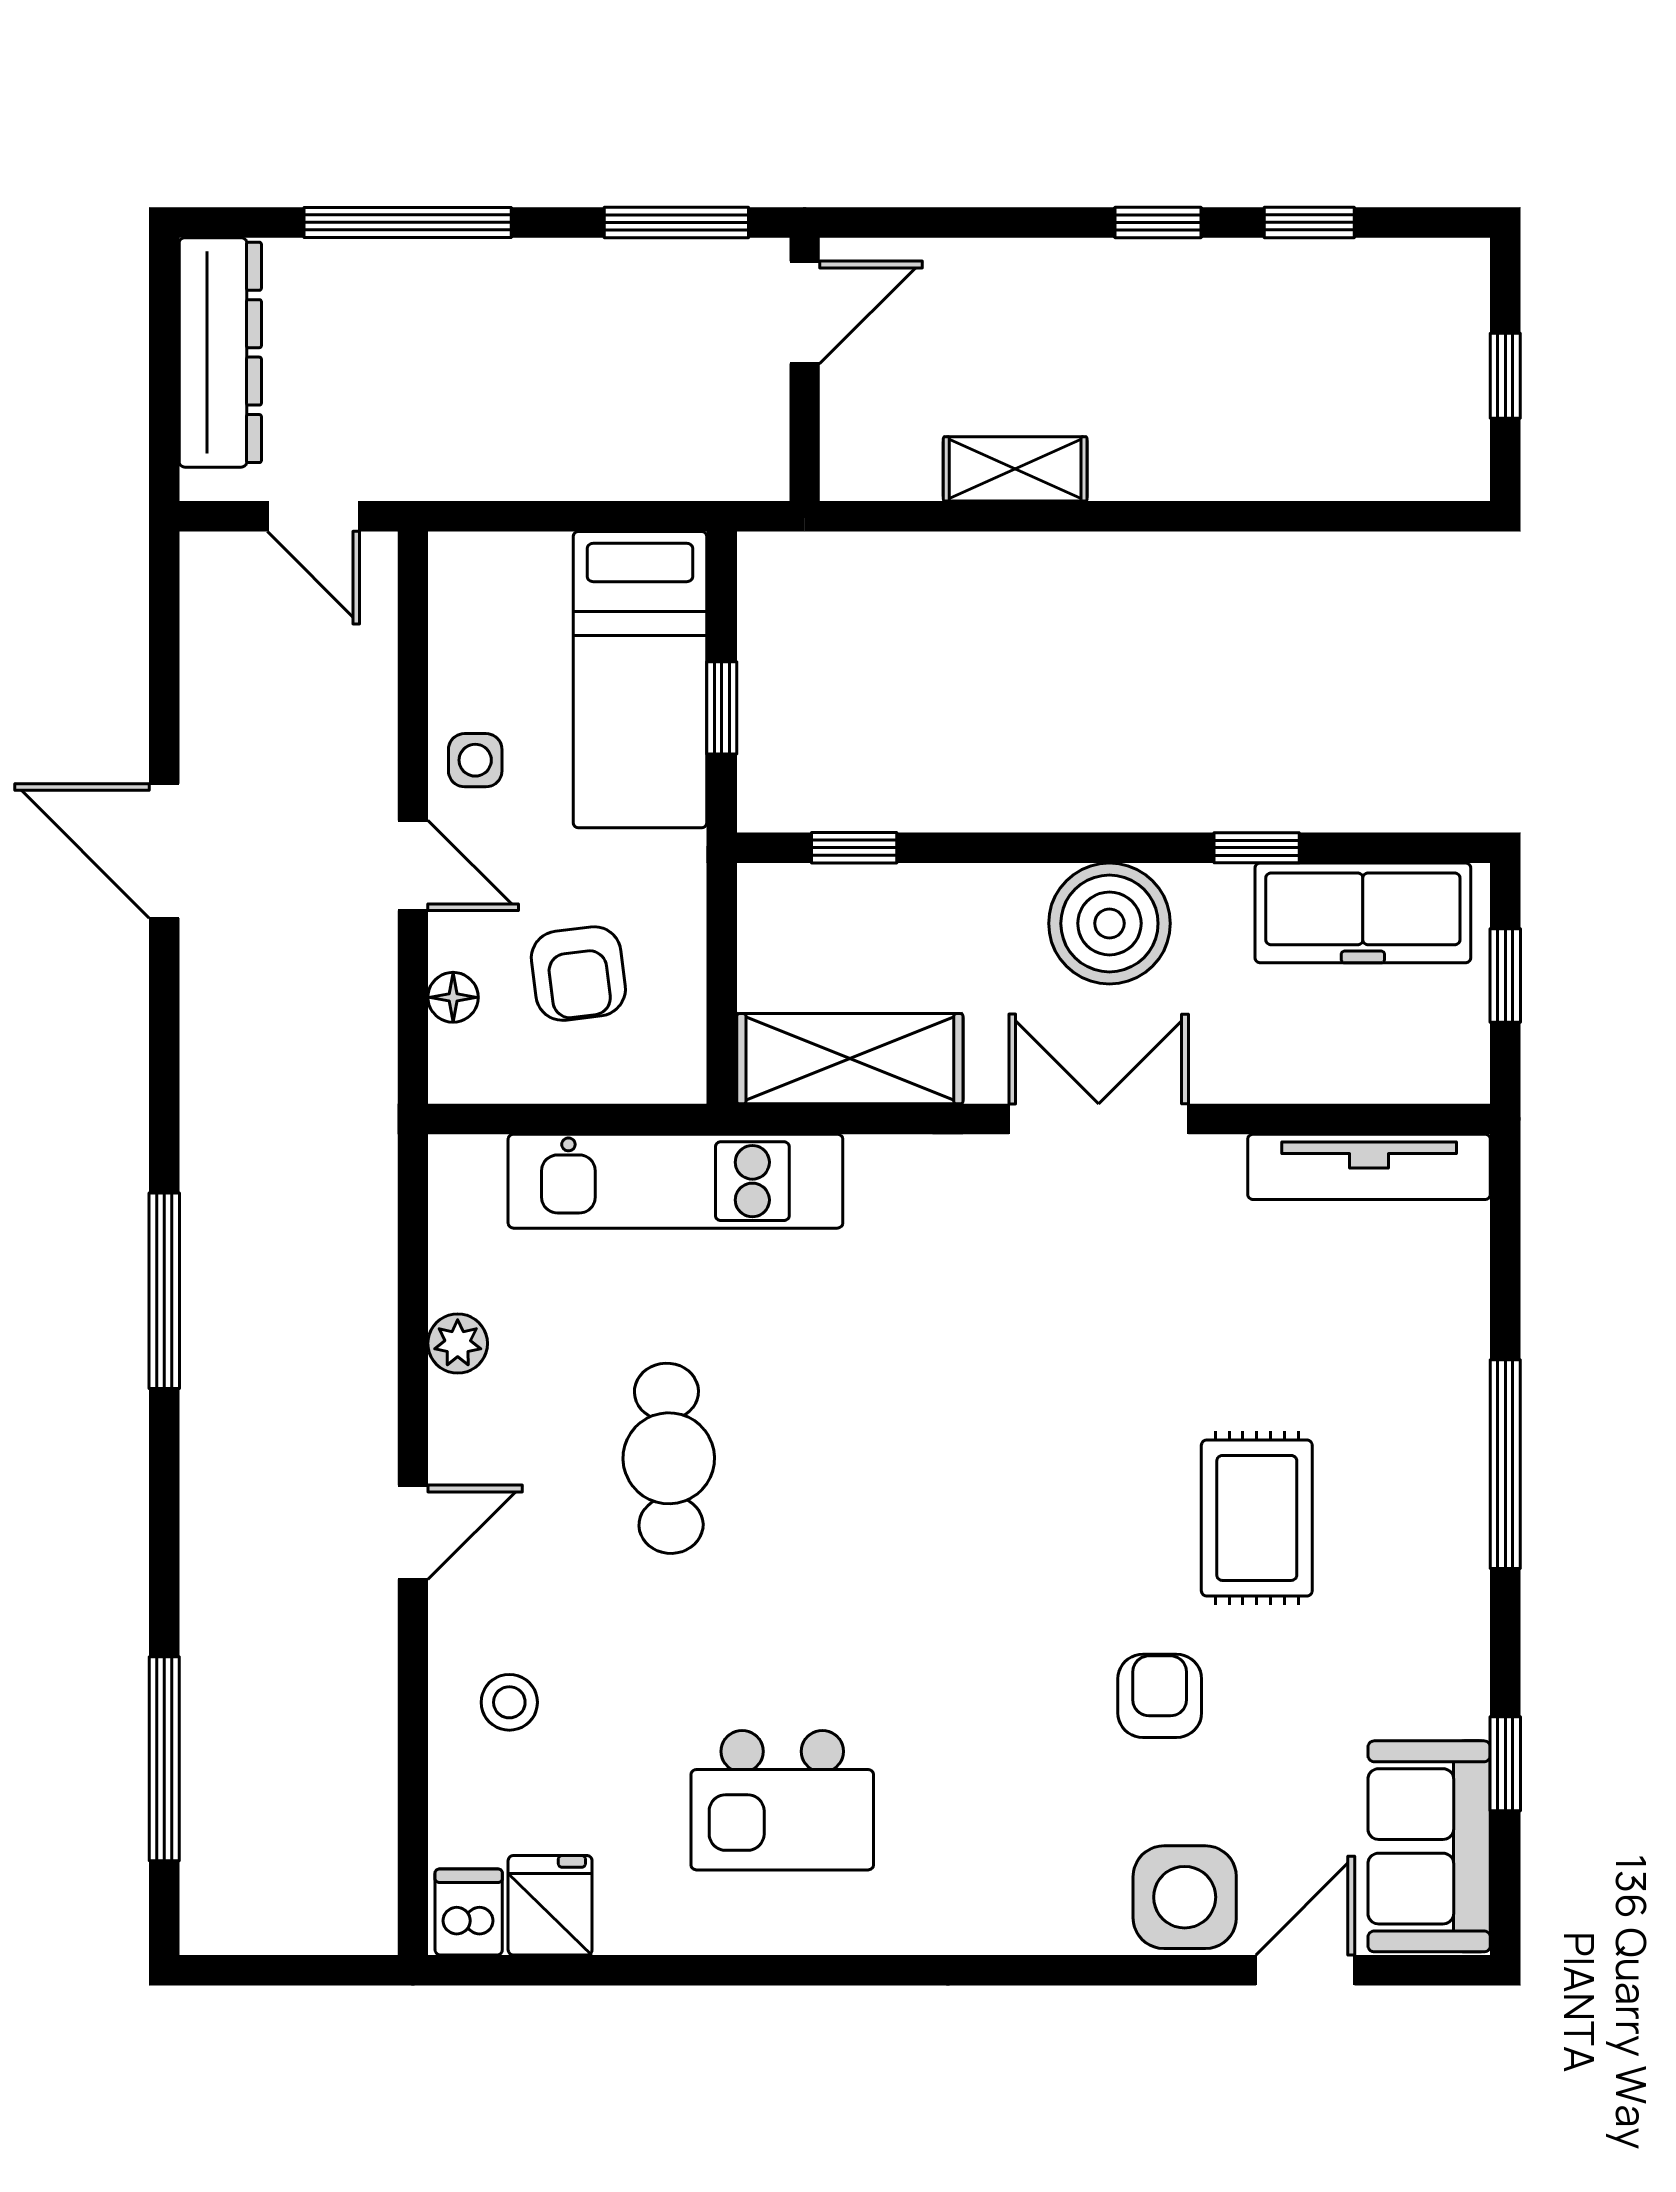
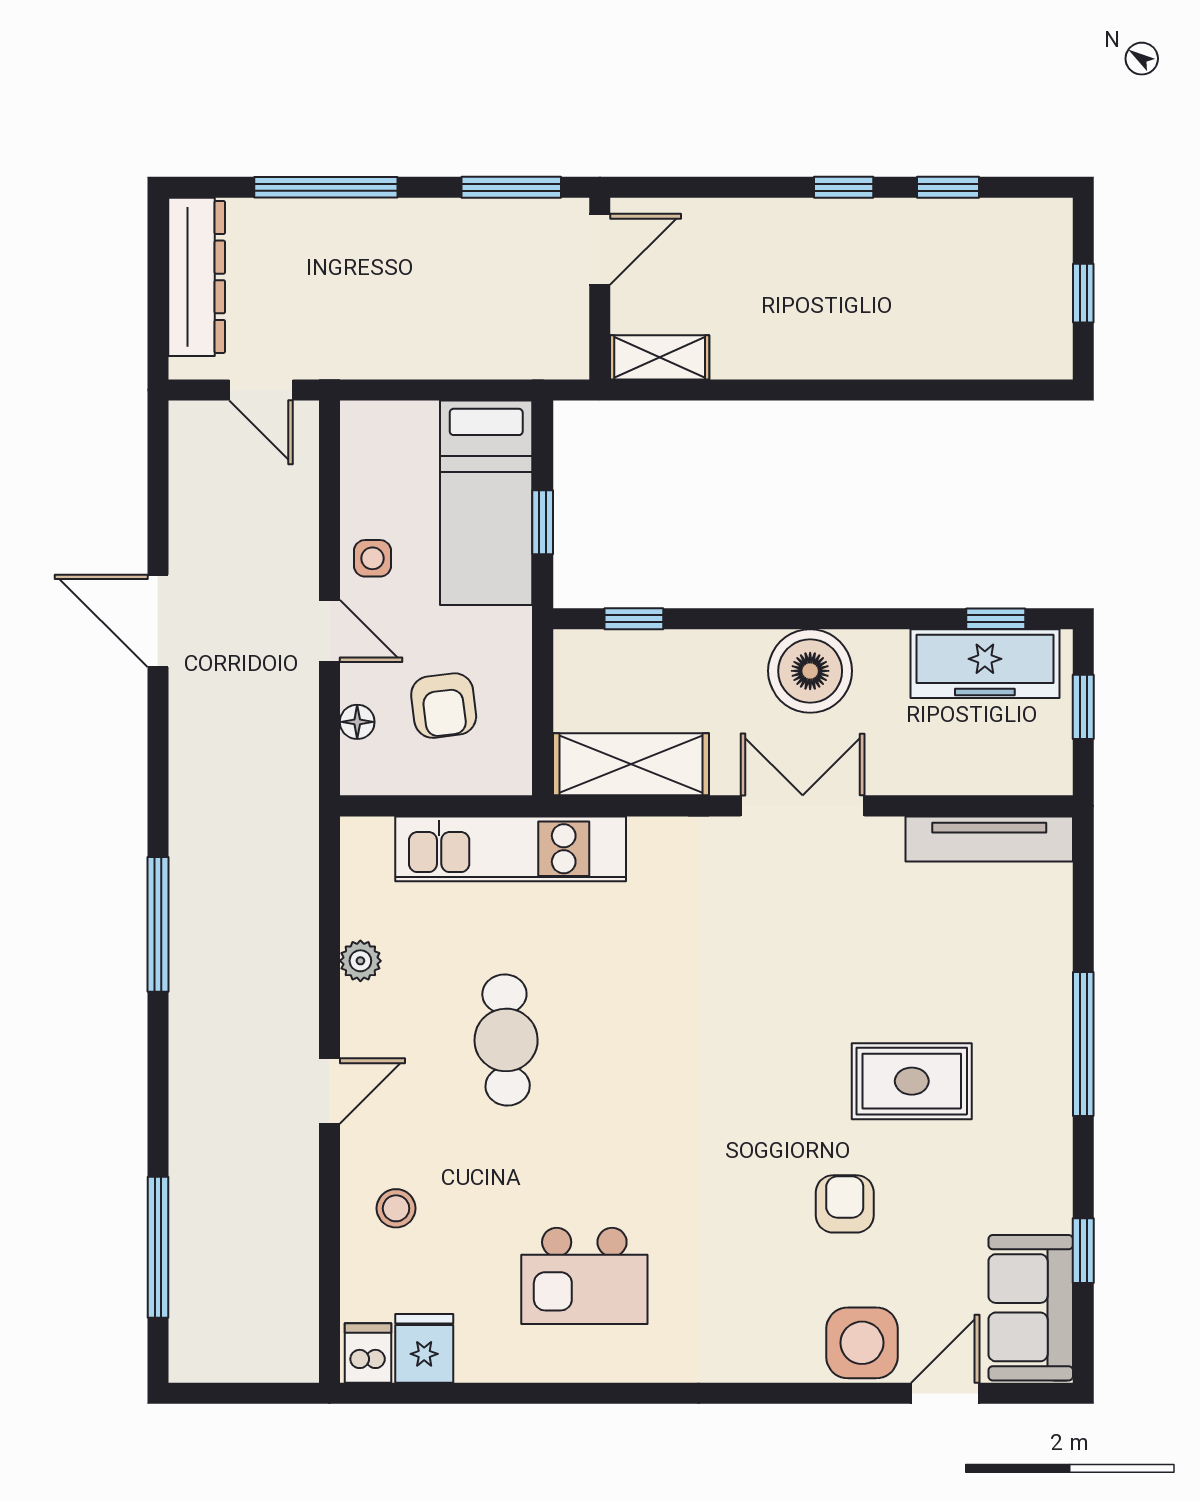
shelving: (1015, 469) -> (660, 357), moved
window: (1257, 848) -> (996, 619), moved
rug: (1257, 1518) -> (912, 1081), turned 90

